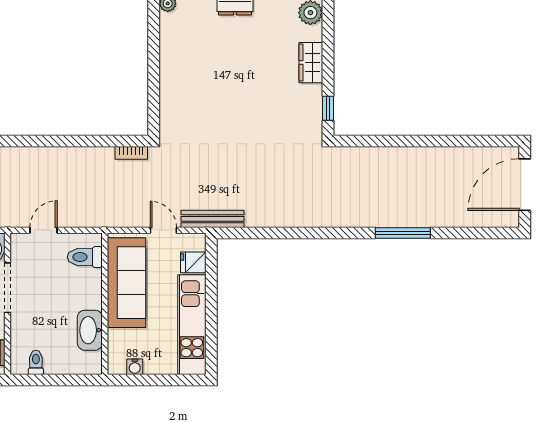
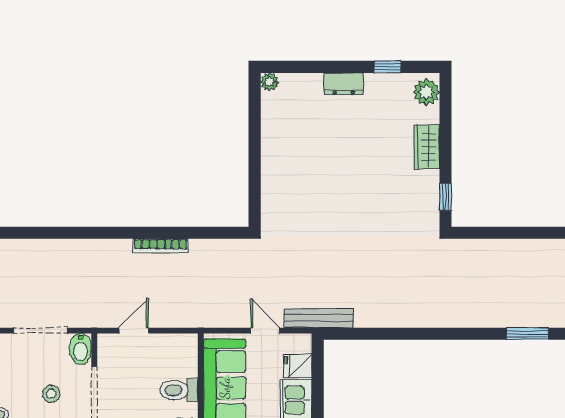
bookcase: (131, 153) -> (161, 246), moved, width x1.56
window: (403, 233) -> (527, 334), width x0.69
toilet: (85, 257) -> (179, 390), moved

